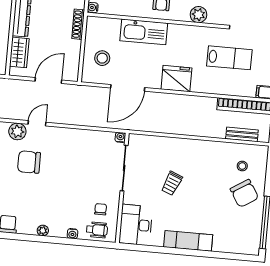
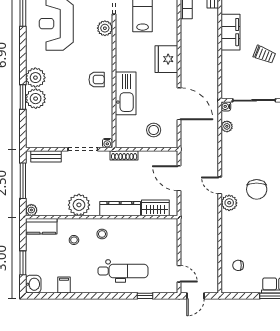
plant: (198, 15) -> (105, 28), moved
plant: (99, 136) -> (227, 126), added
filing cabinet: (199, 150) -> (231, 32), added

